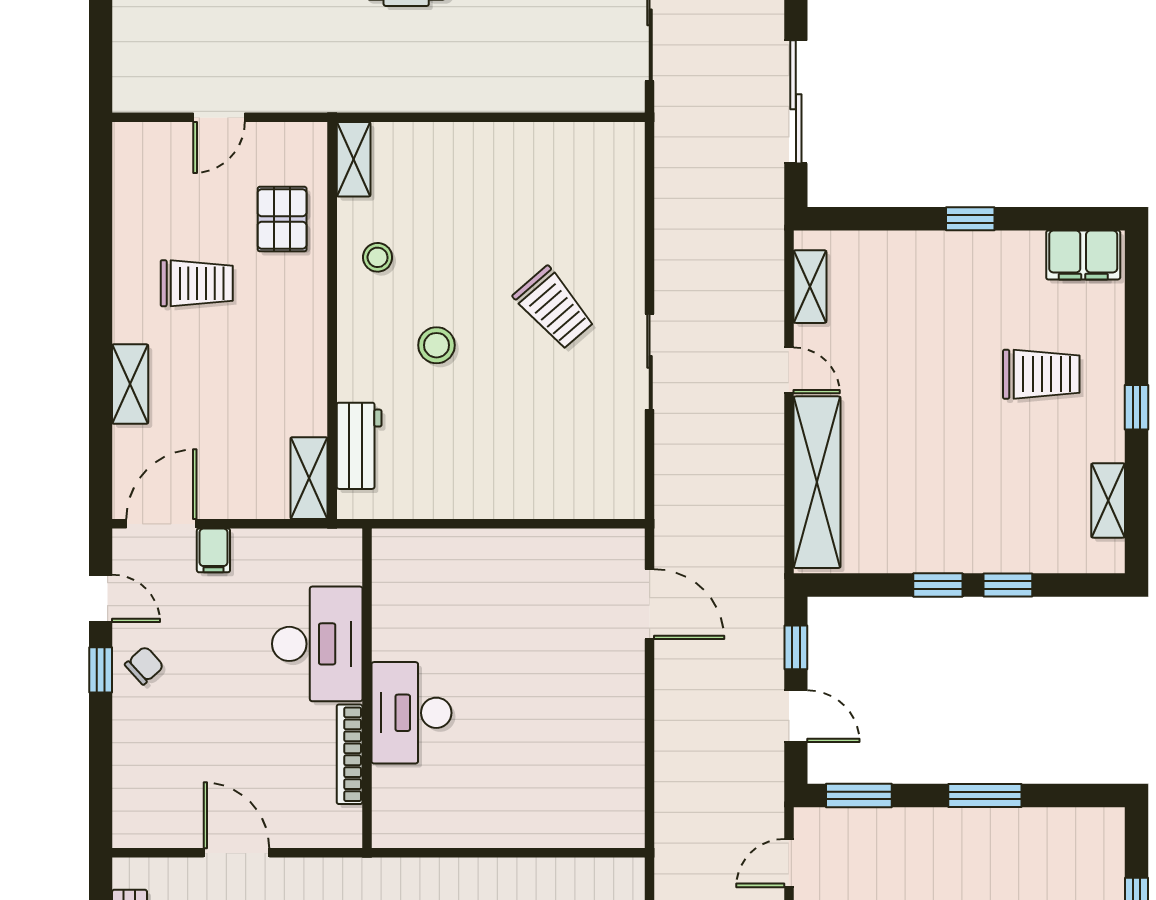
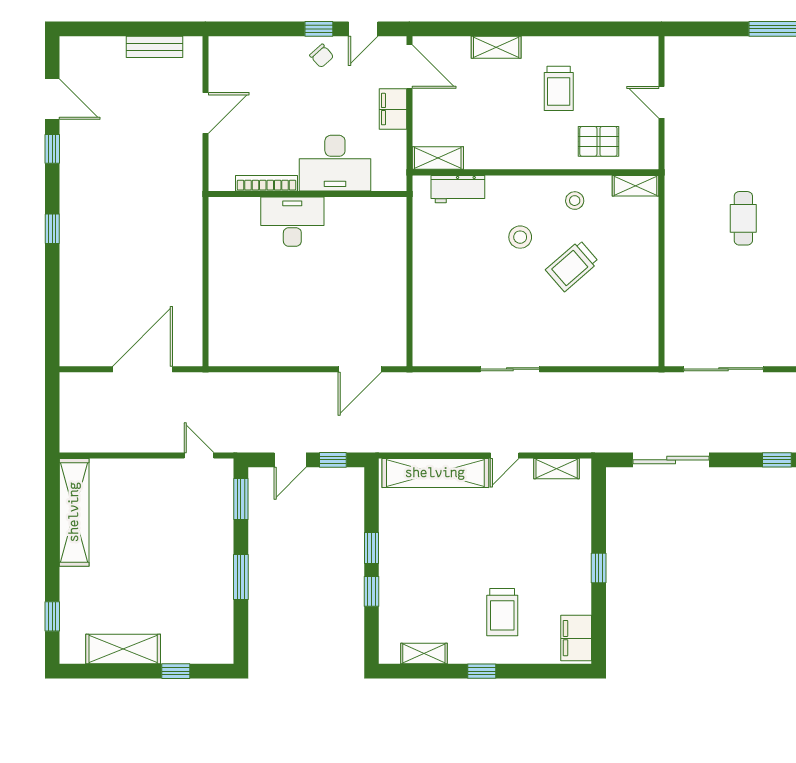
trolley: (554, 308) -> (572, 266), moved
filing cabinet: (213, 550) -> (393, 109), width x2.00

